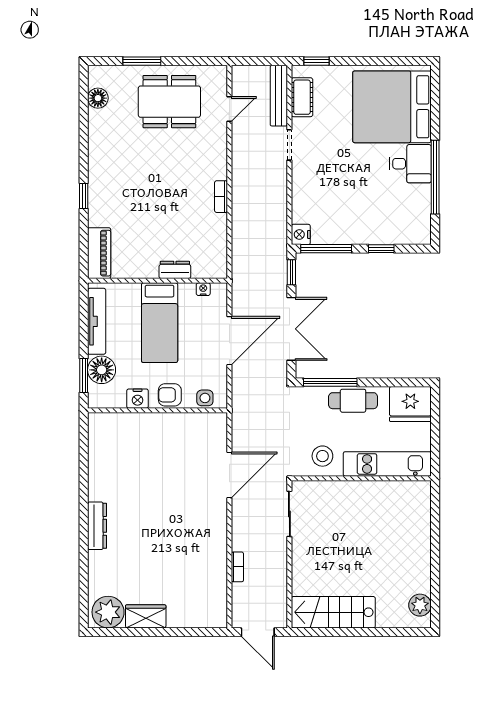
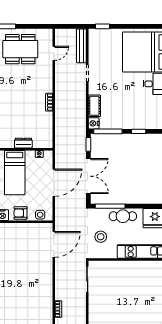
cot: (302, 97) -> (94, 106), moved
stool: (322, 456) -> (101, 237), moved
door: (229, 475) -> (54, 244), moved

